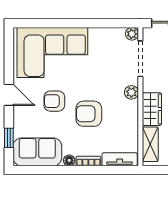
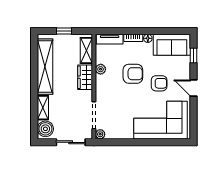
plant: (131, 92) -> (101, 69), moved

